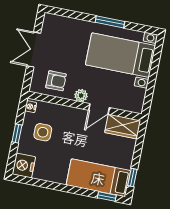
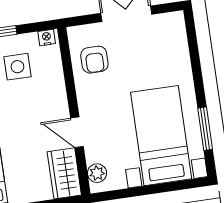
window: (110, 22) -> (205, 129), moved
plant: (81, 95) -> (97, 173), moved

